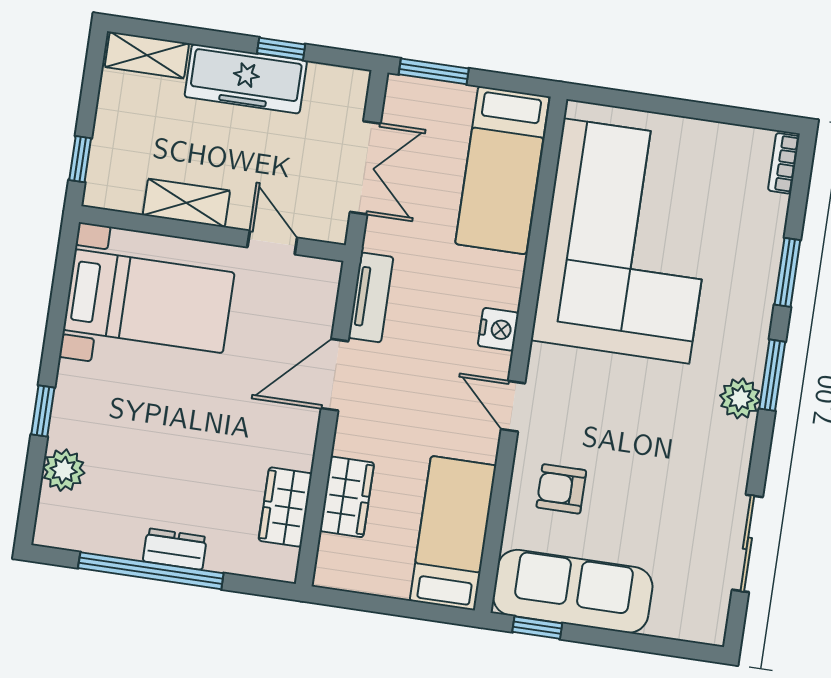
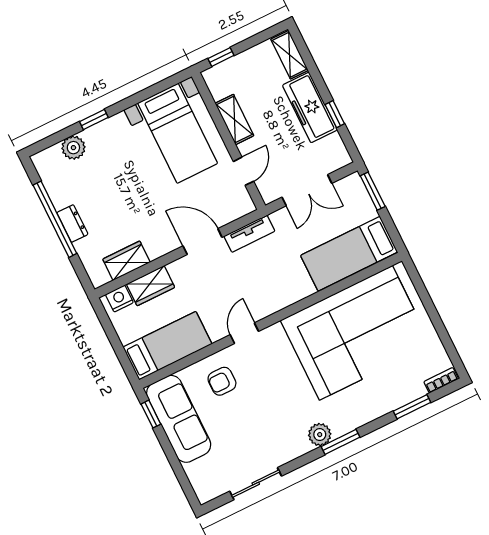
window: (787, 272) -> (412, 407), moved
nightstand: (498, 329) -> (119, 299), moved, turned 180
armchair: (561, 489) -> (222, 381), turned -90

